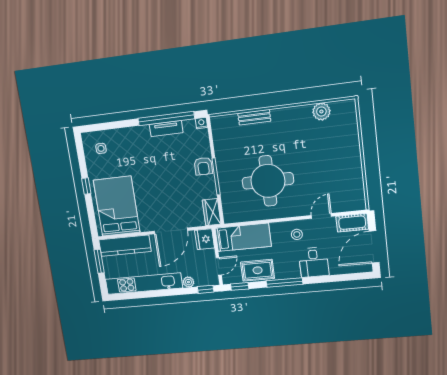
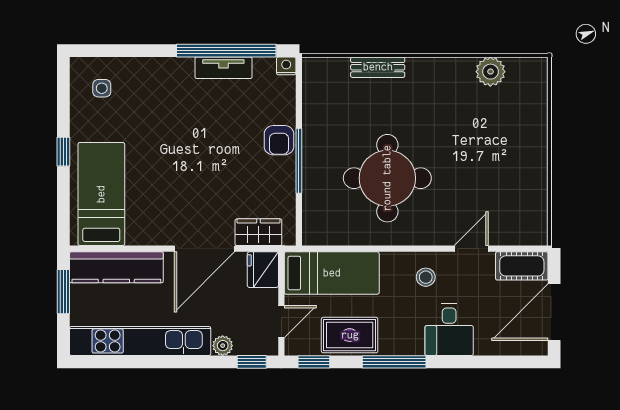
bed: (117, 206) -> (101, 194), width x0.67
wardrobe: (212, 212) -> (258, 232), moved, turned 90

